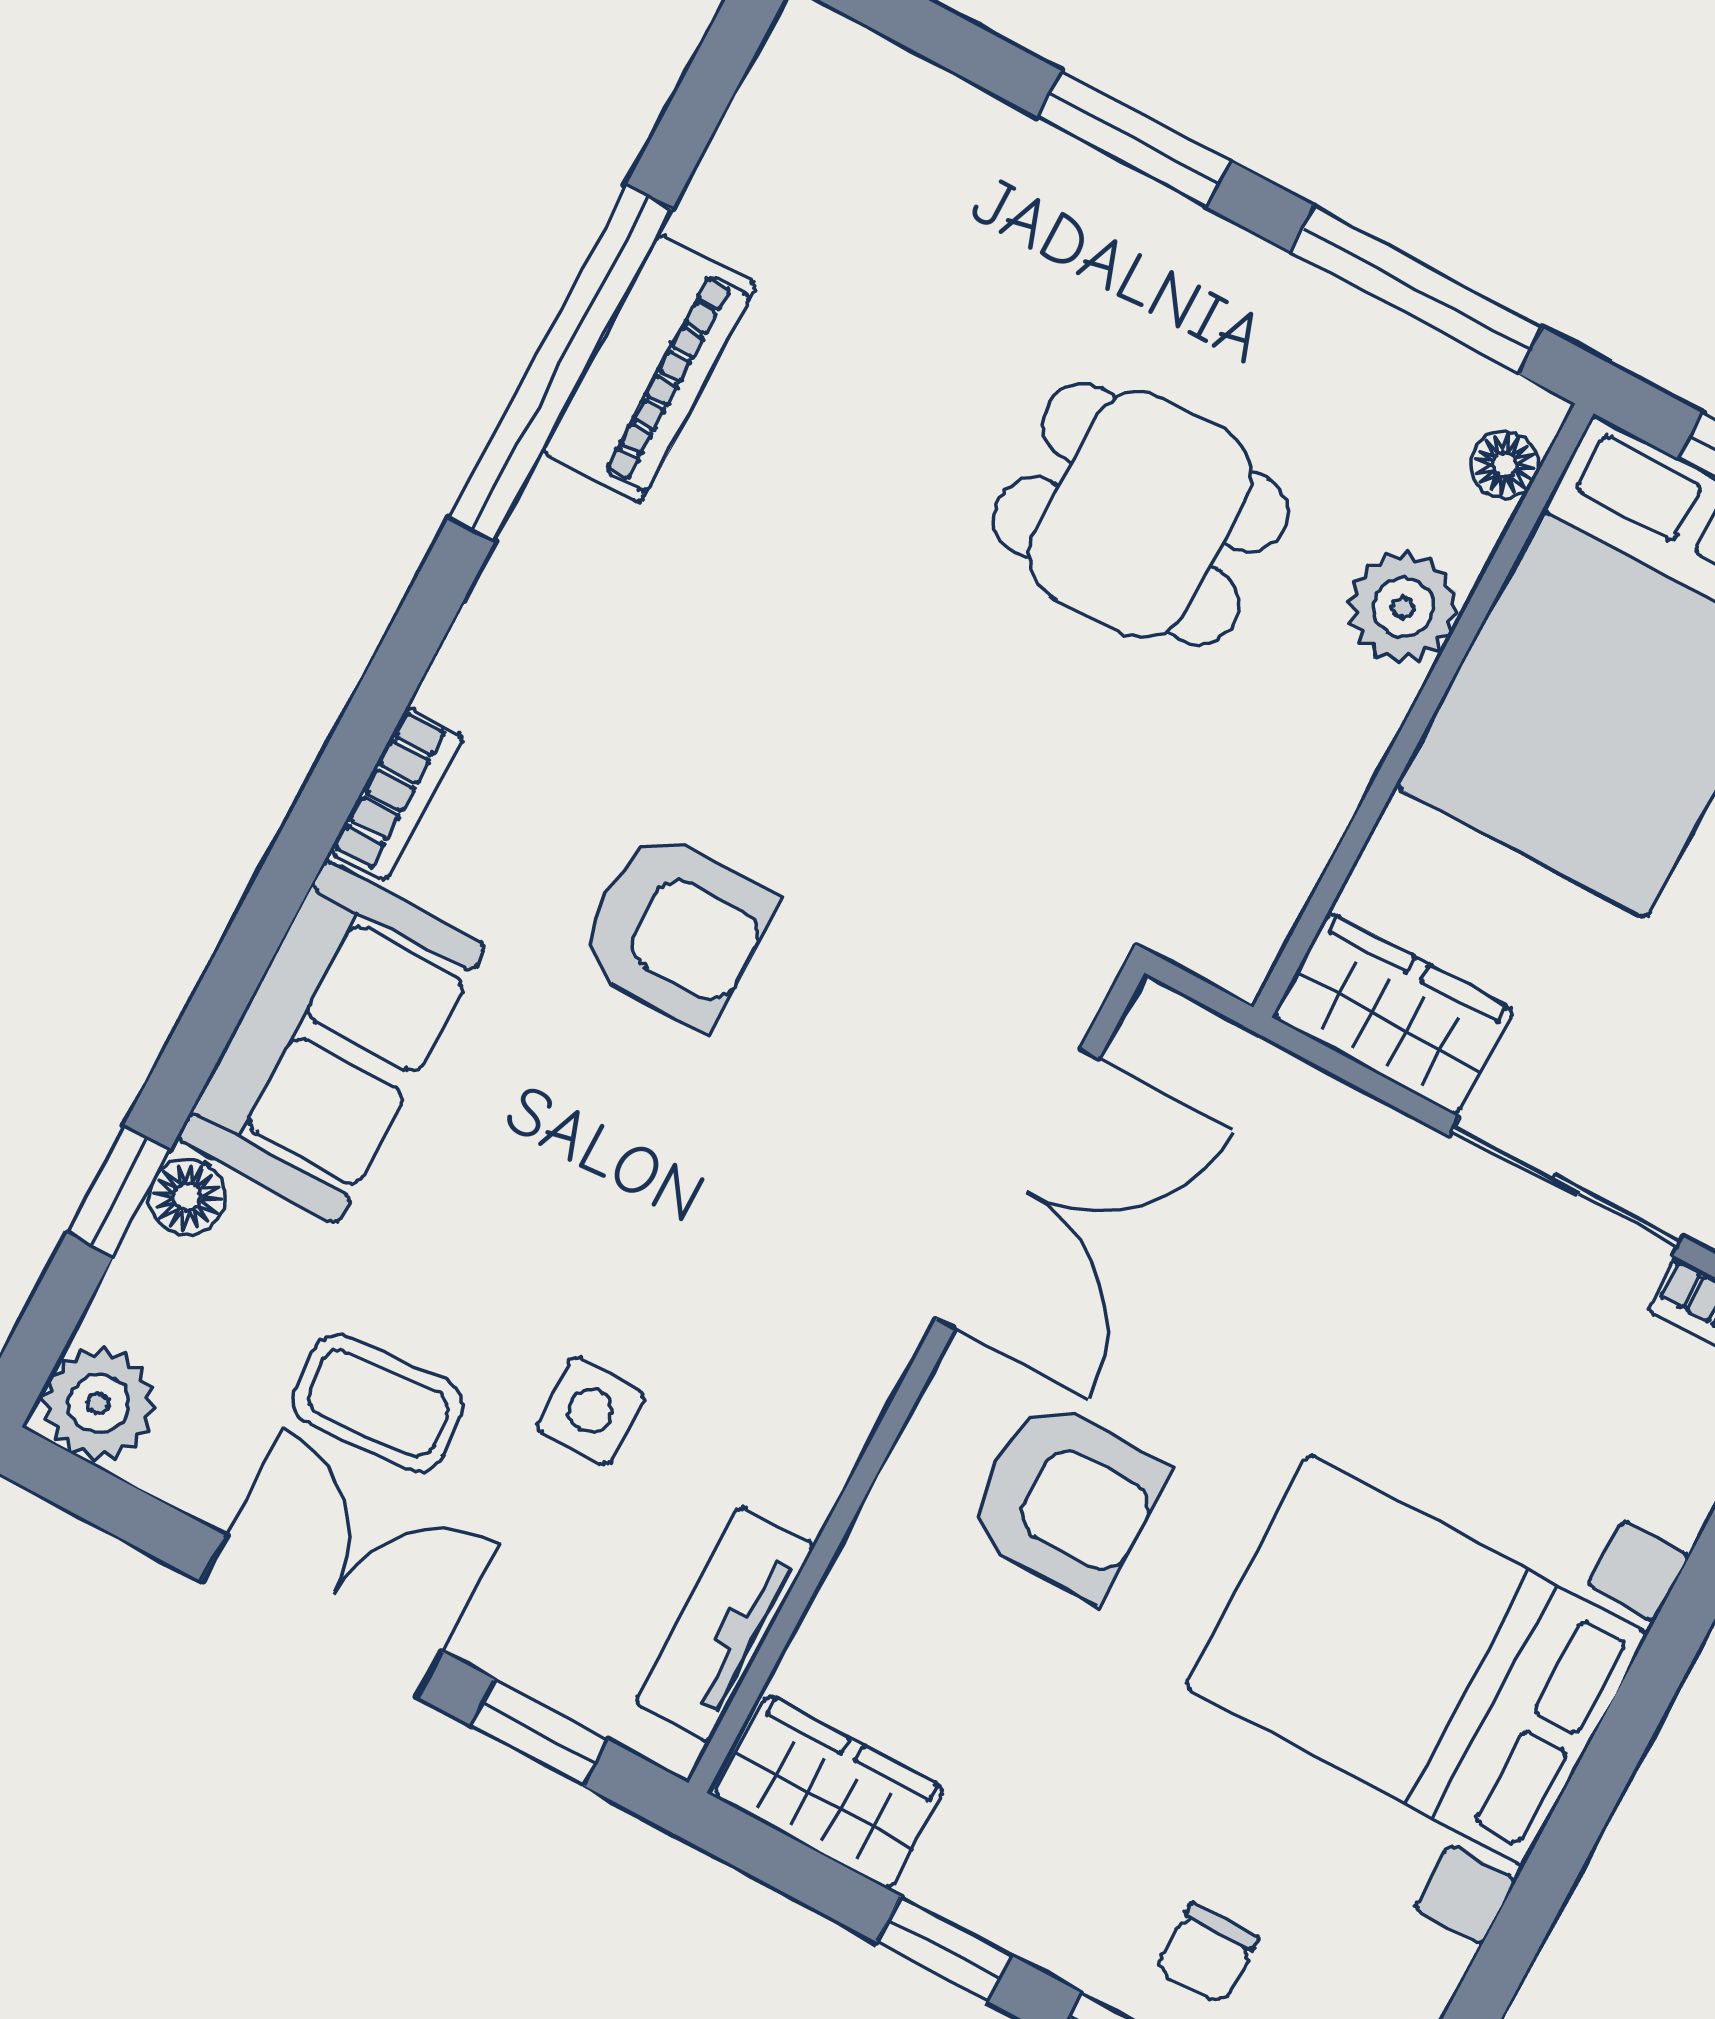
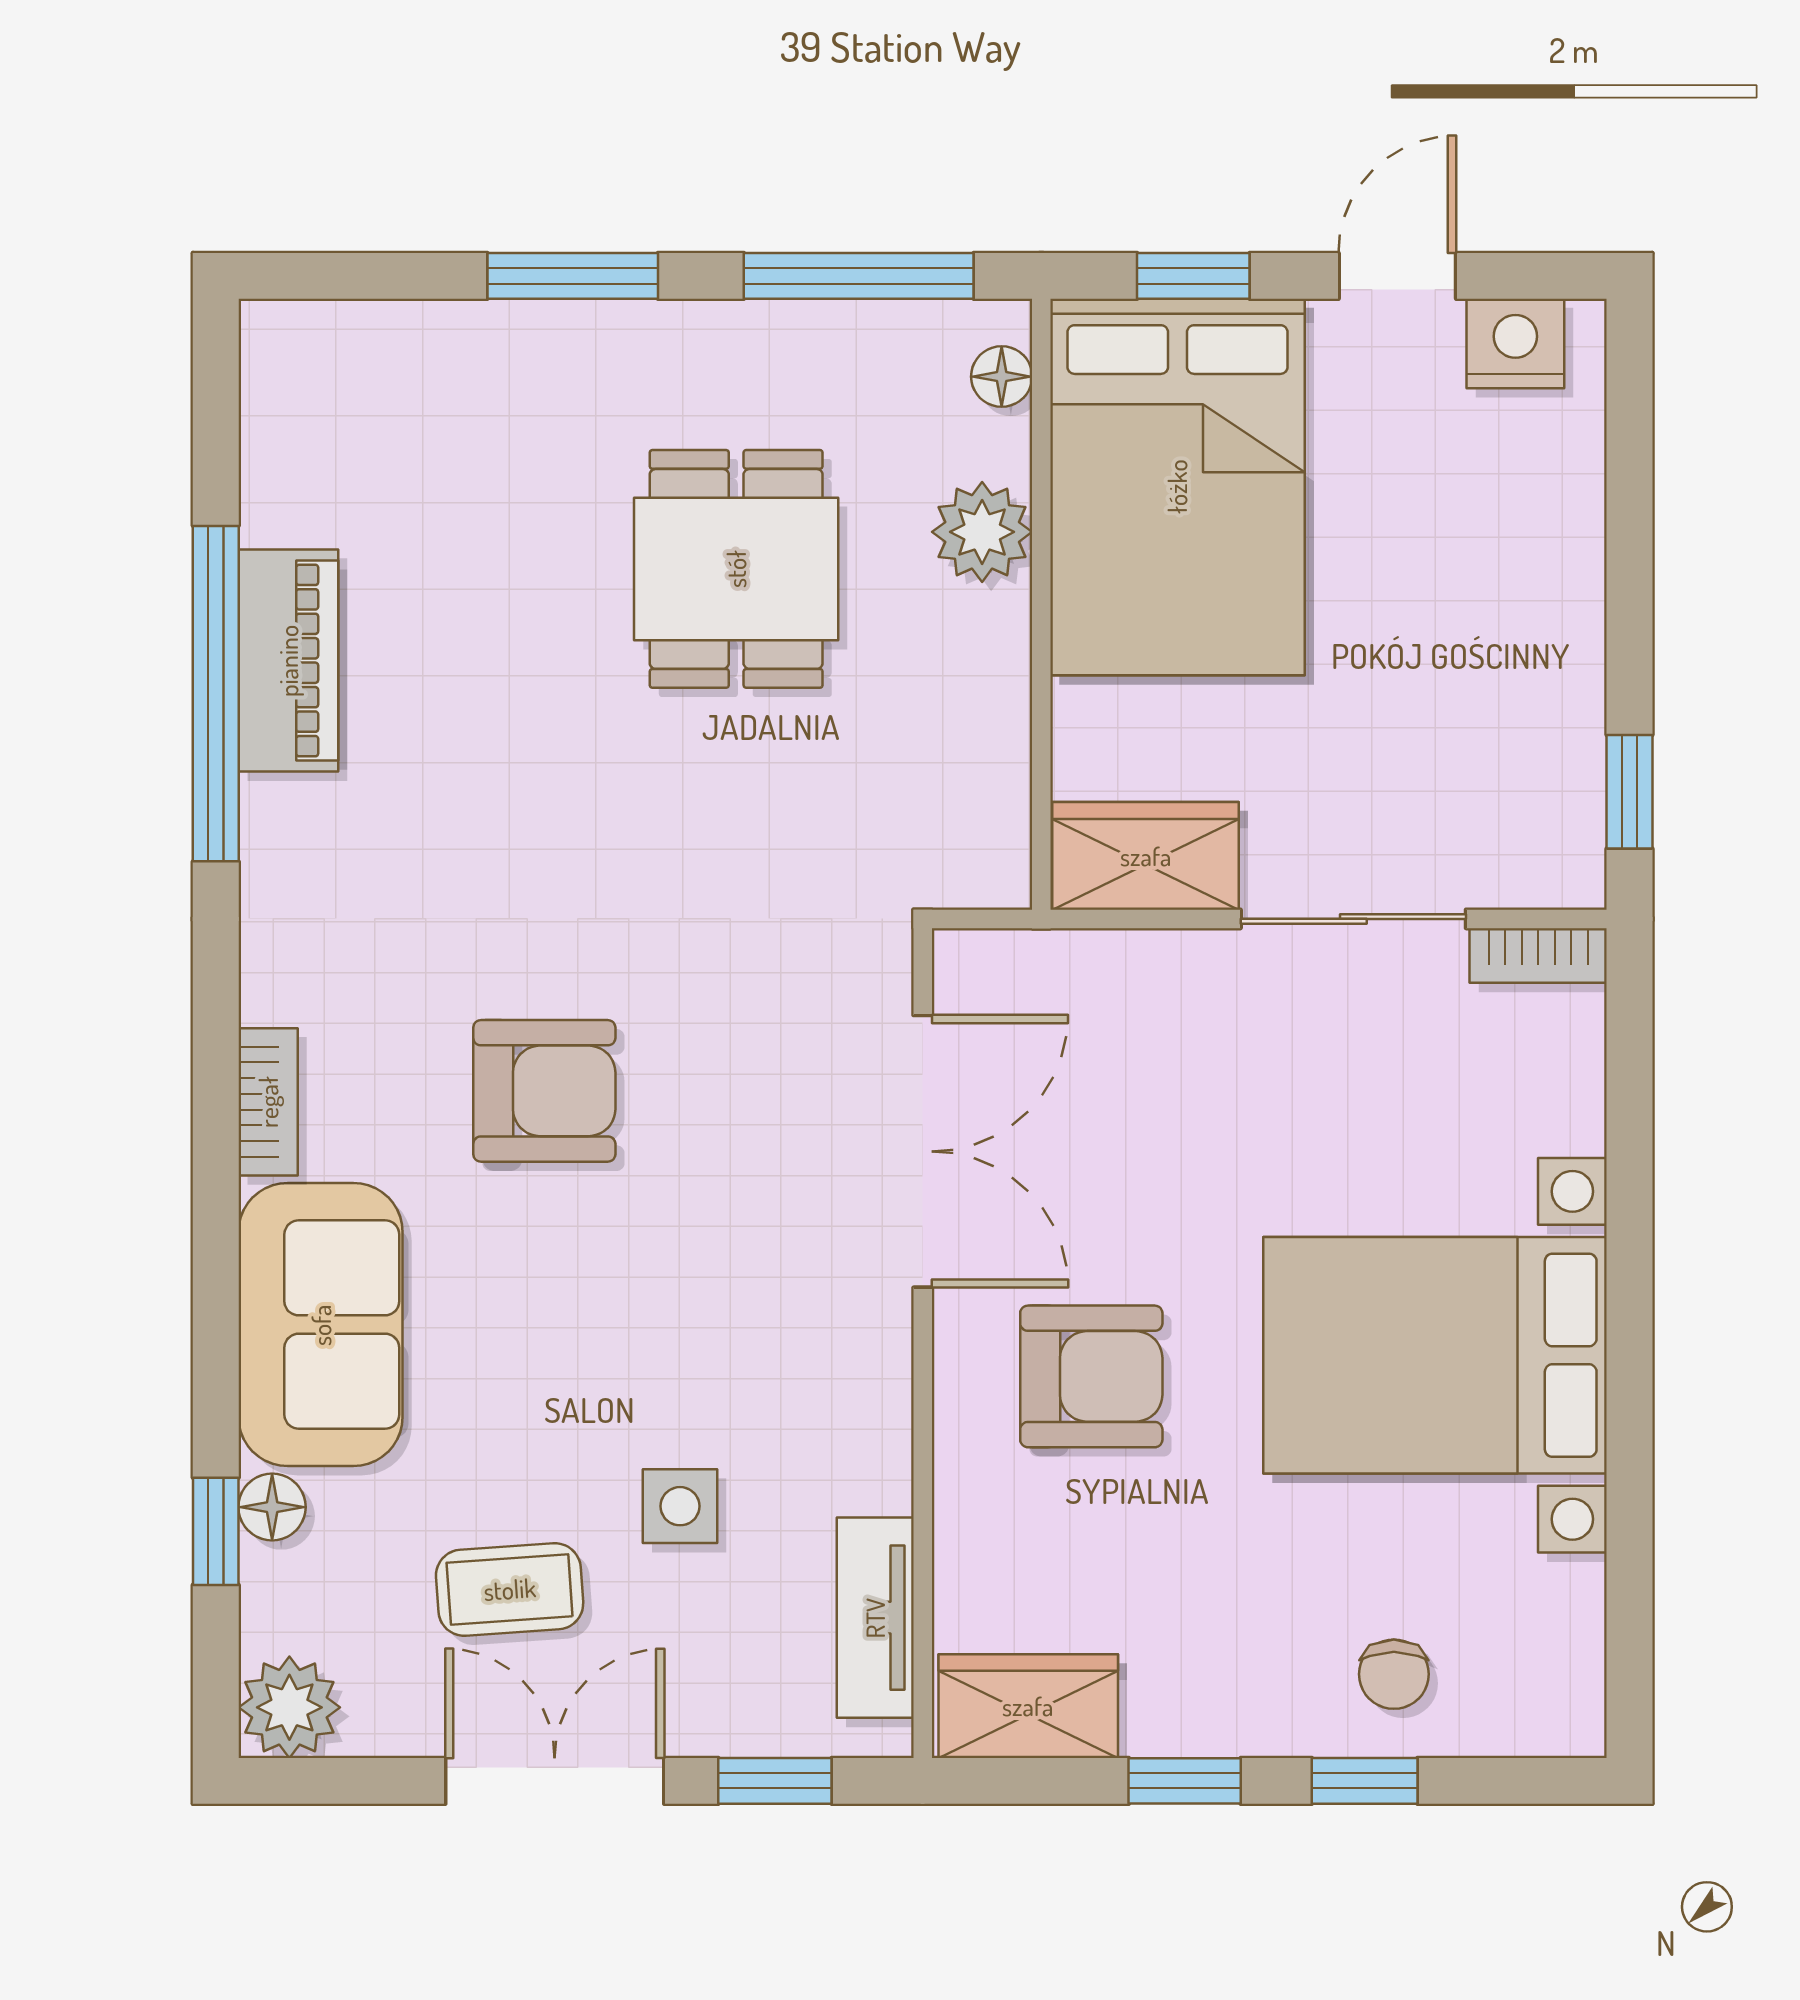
dining table: (1141, 514) -> (736, 569), turned 90

